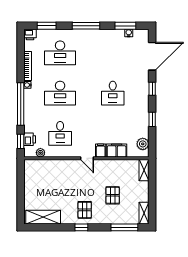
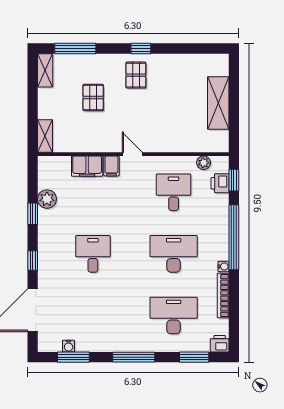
plant: (143, 144) -> (47, 199), moved
shelving: (43, 217) -> (218, 103), moved, turned 90

